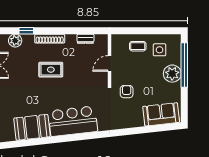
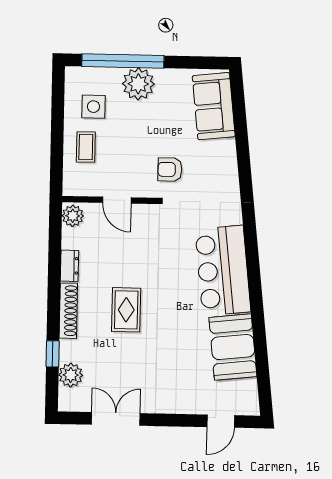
dresser: (85, 39) -> (70, 266), moved
plant: (101, 40) -> (73, 216), added

